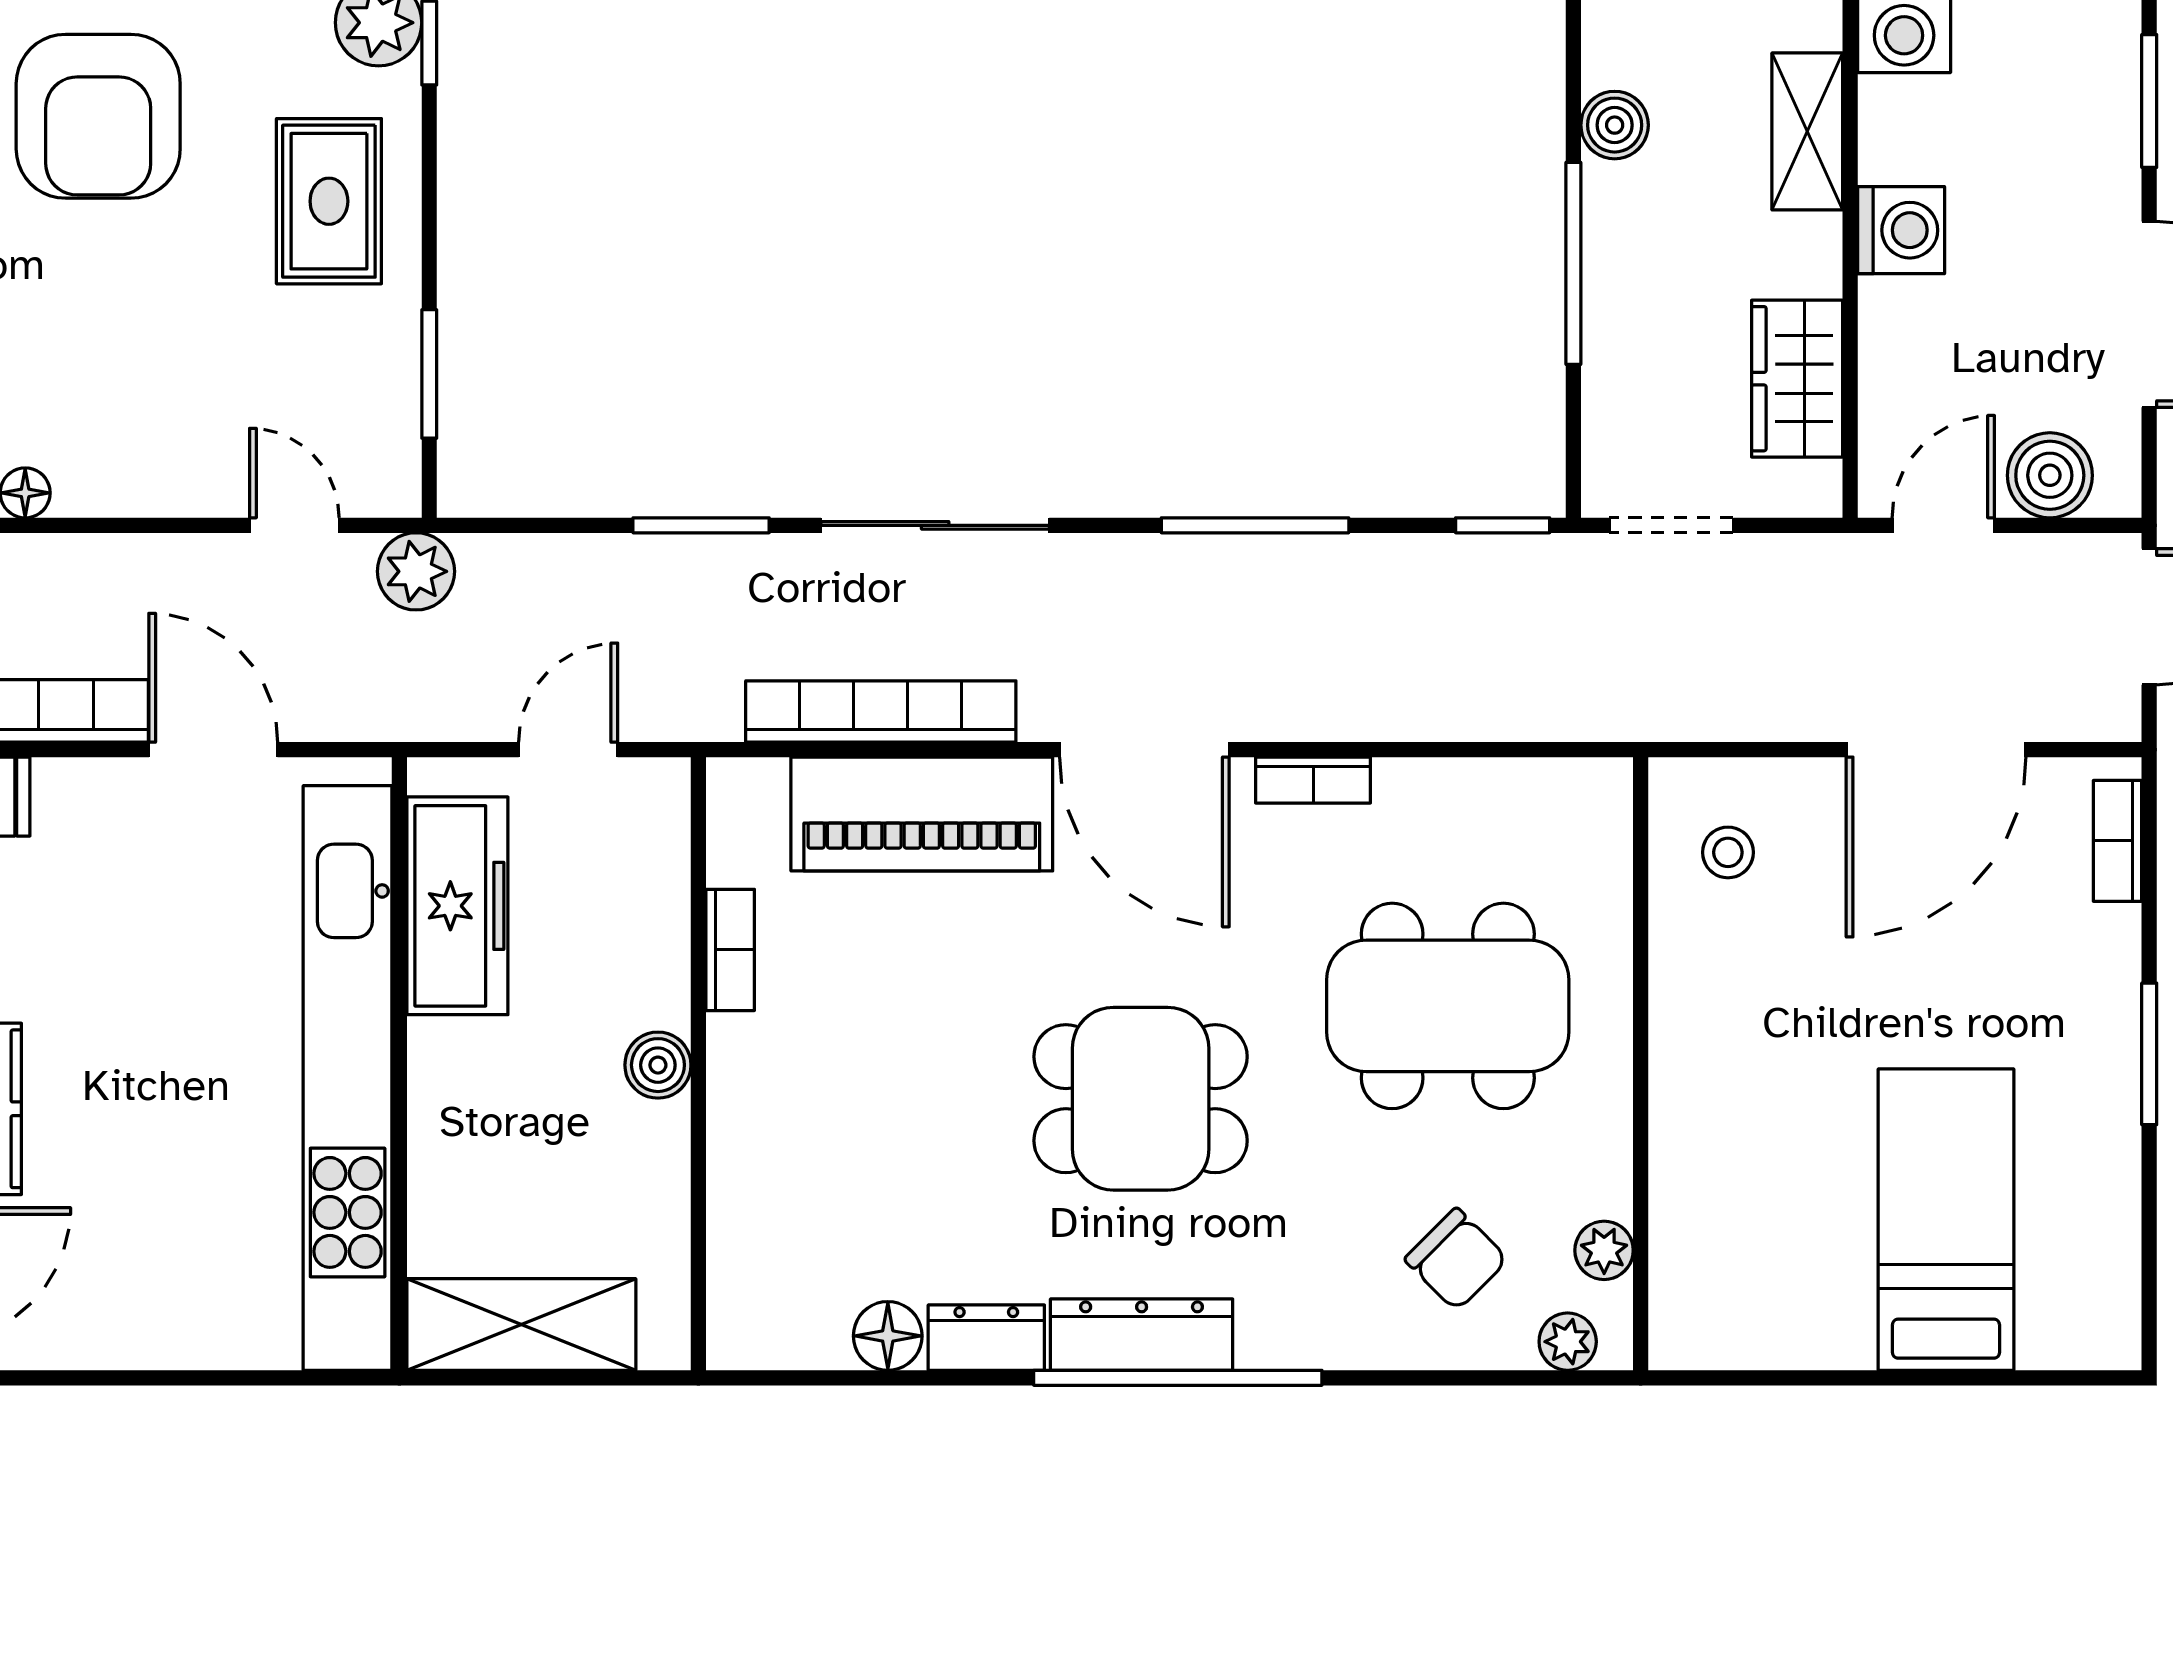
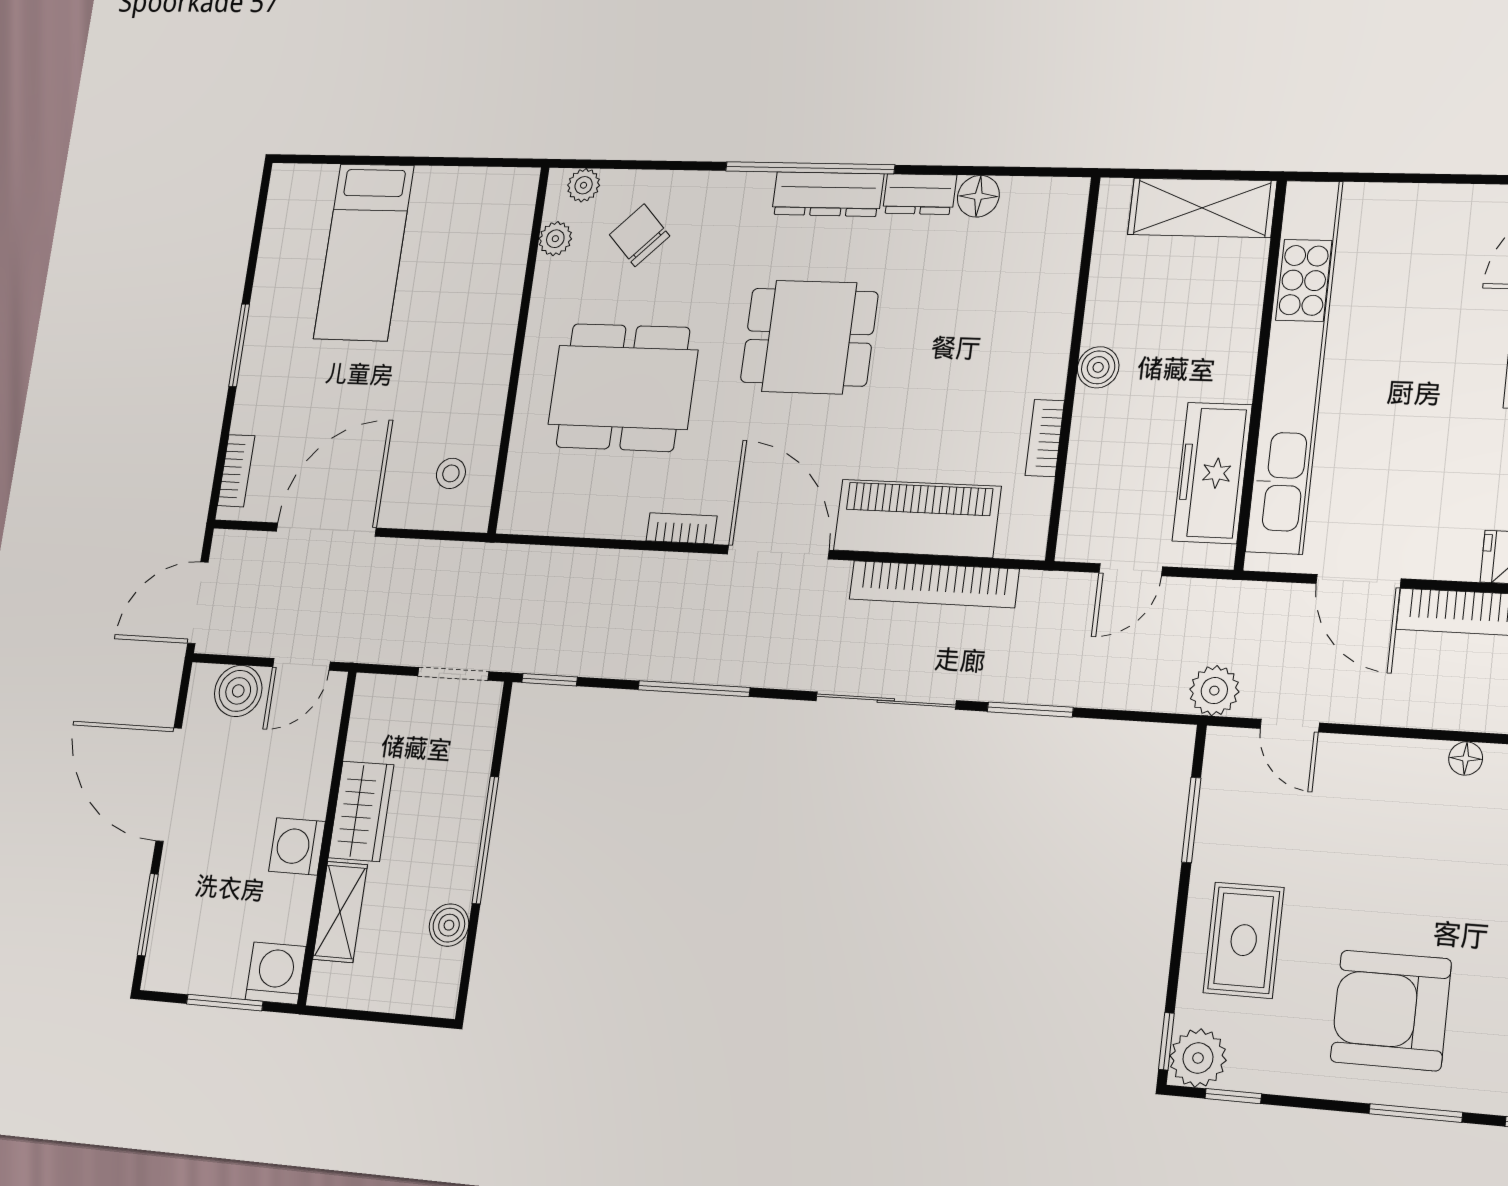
armchair: (98, 116) -> (1391, 1010), turned -90
wardrobe: (1797, 379) -> (361, 811), moved

